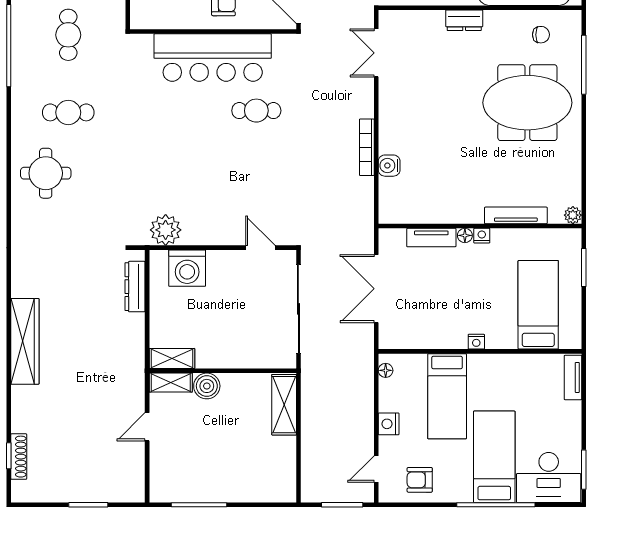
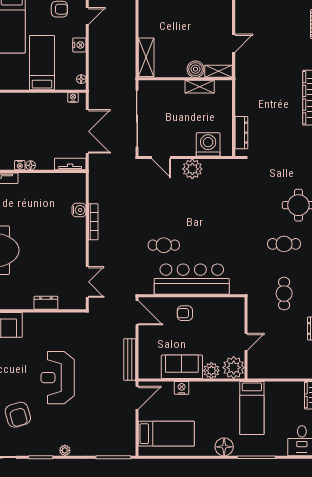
dresser: (464, 20) -> (46, 303), moved
plant: (166, 230) -> (192, 169), moved
tv unit: (431, 238) -> (70, 164), moved
nightstand: (476, 342) -> (73, 97), moved
shelving: (172, 358) -> (200, 87), moved

